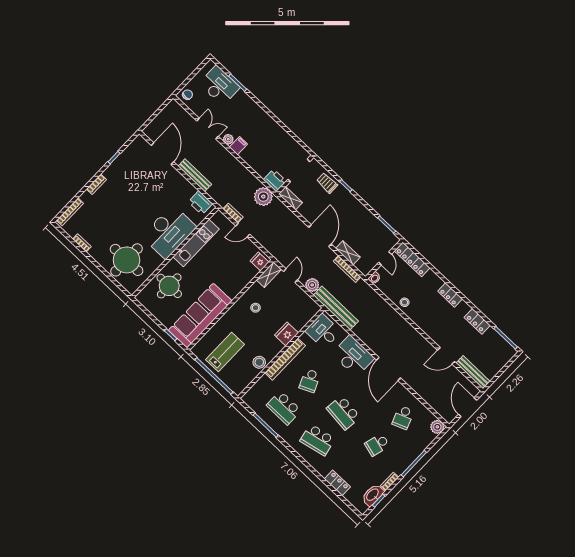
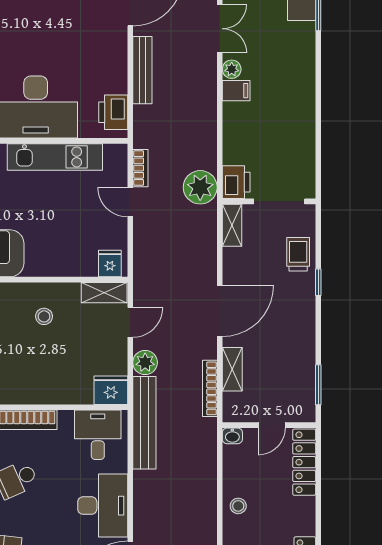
fridge: (286, 334) -> (111, 390), moved

